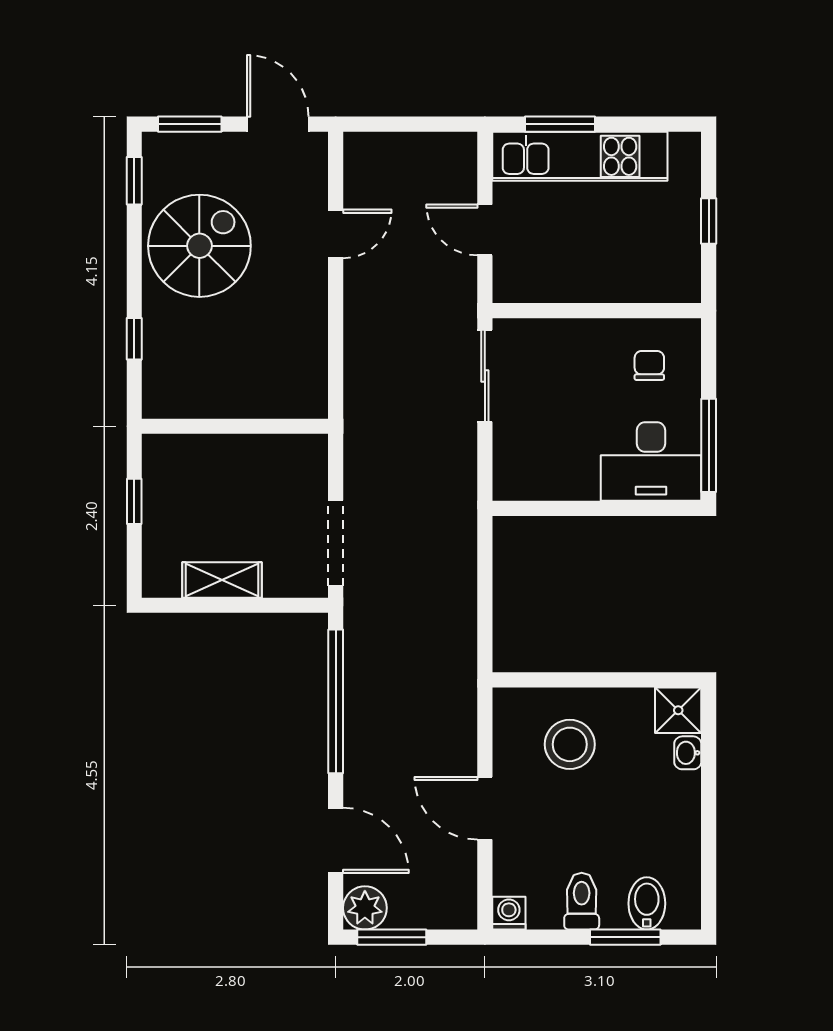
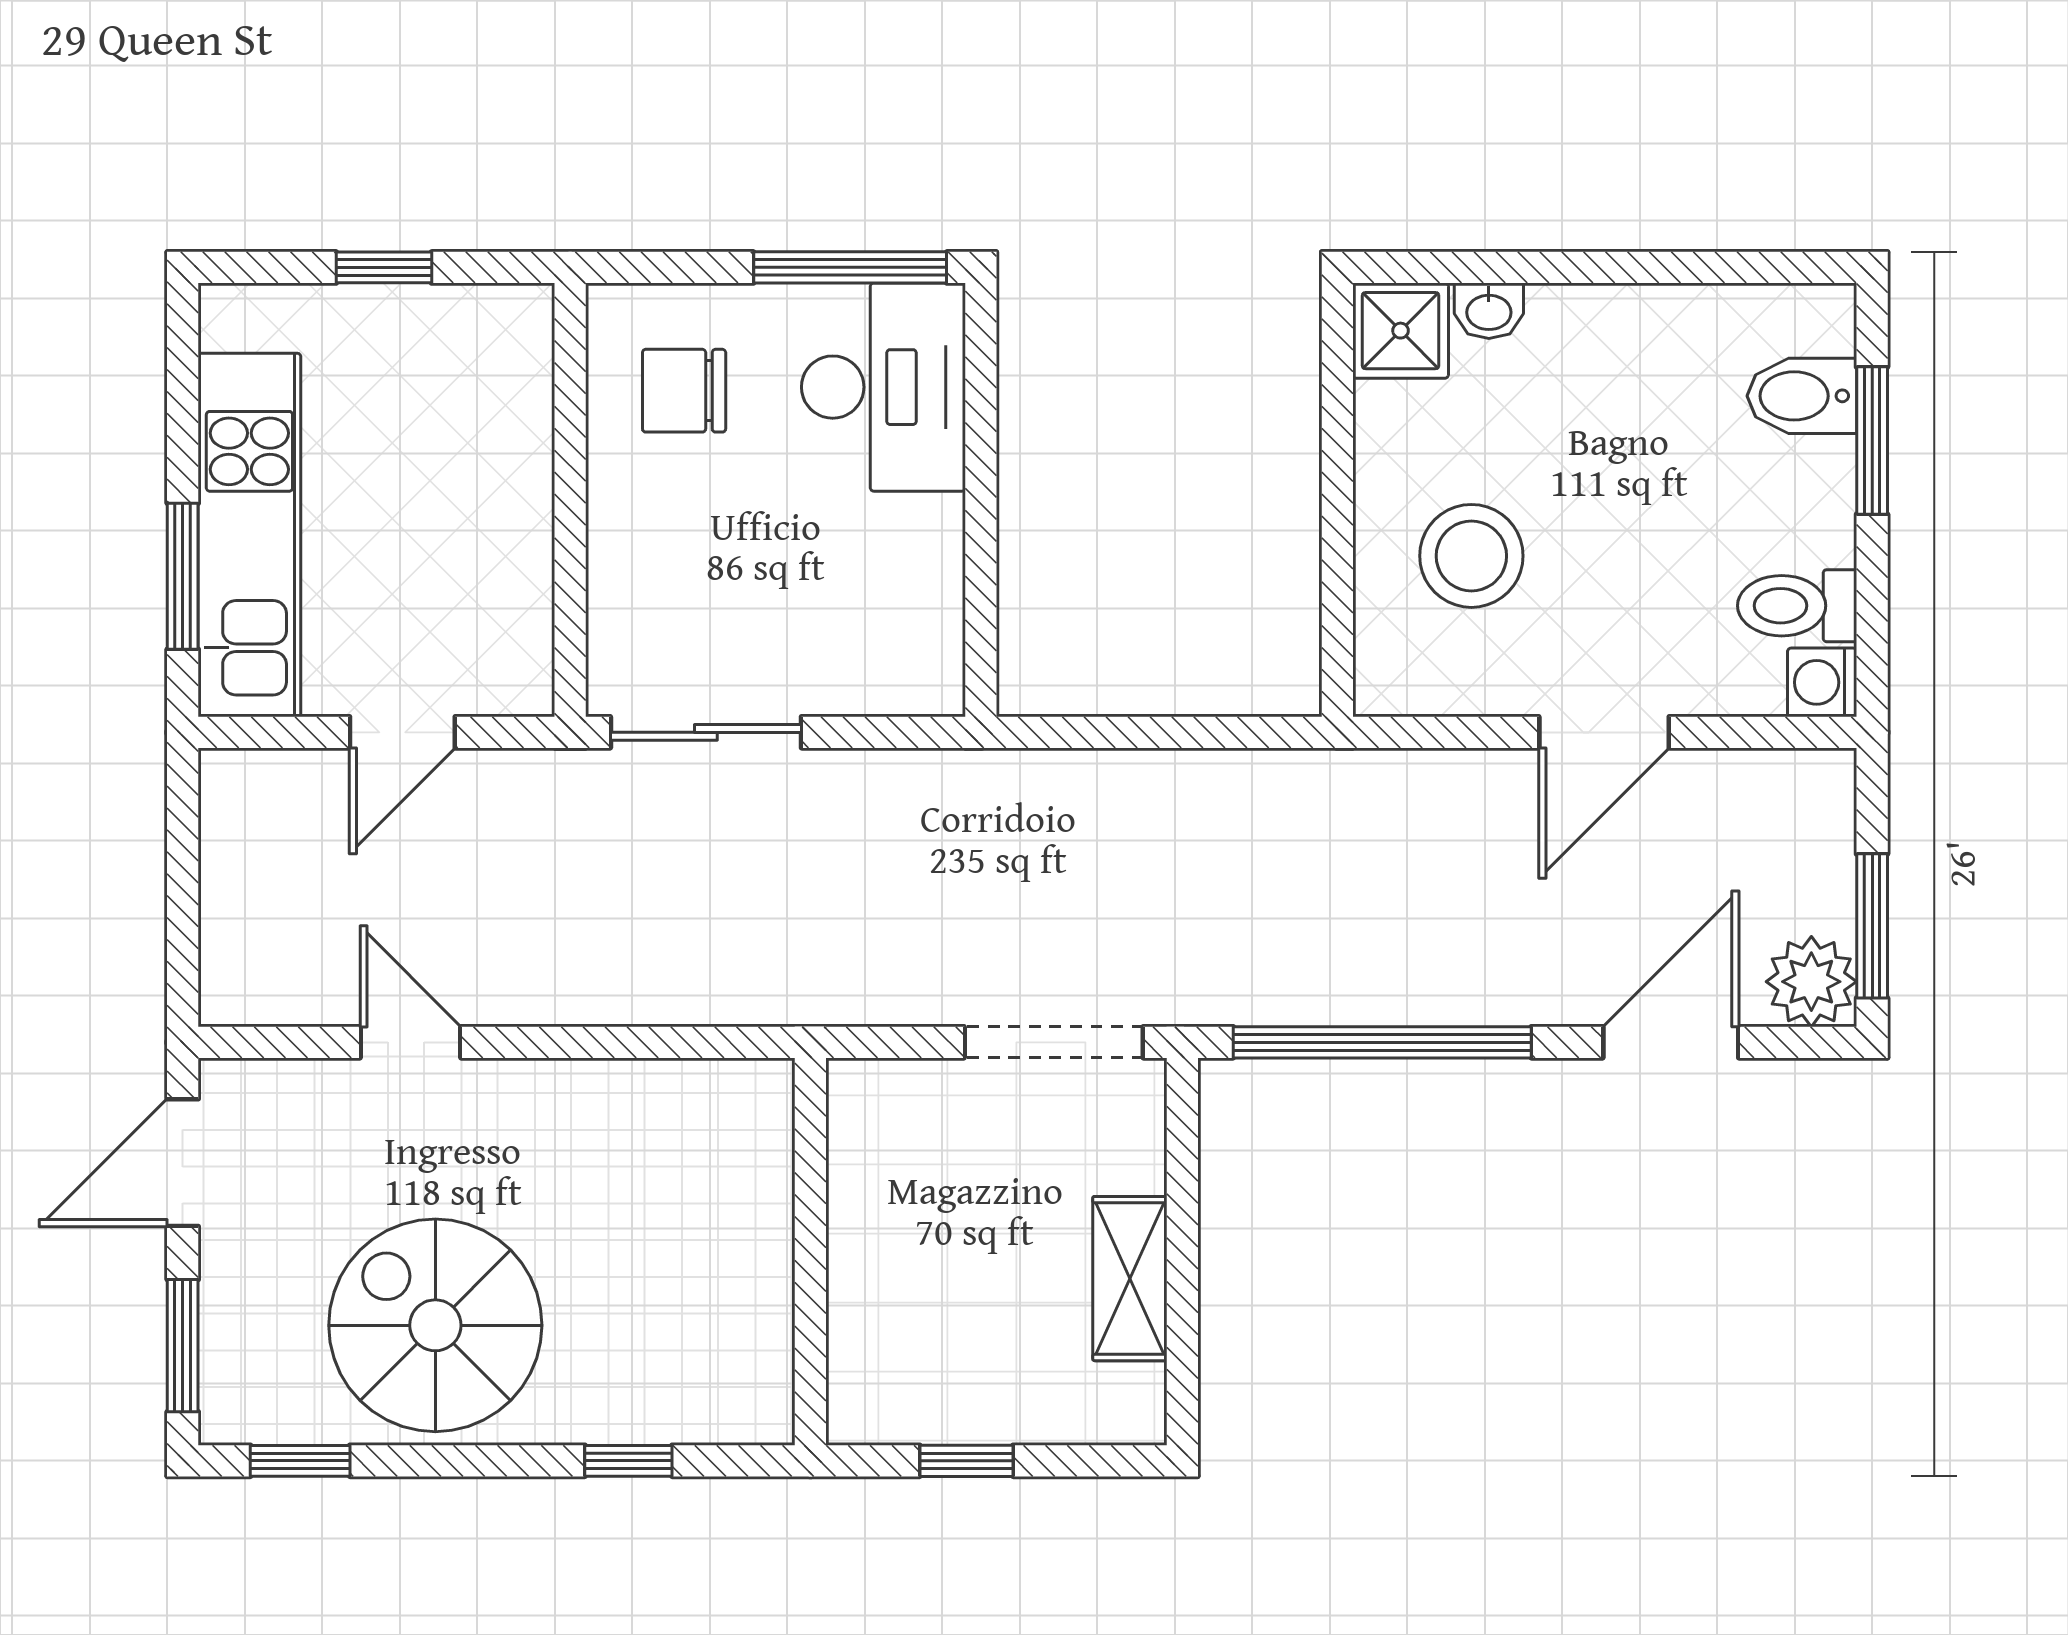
chair: (649, 365) -> (684, 391), width x1.37, depth x1.37
toilet: (582, 901) -> (1797, 606), moved

